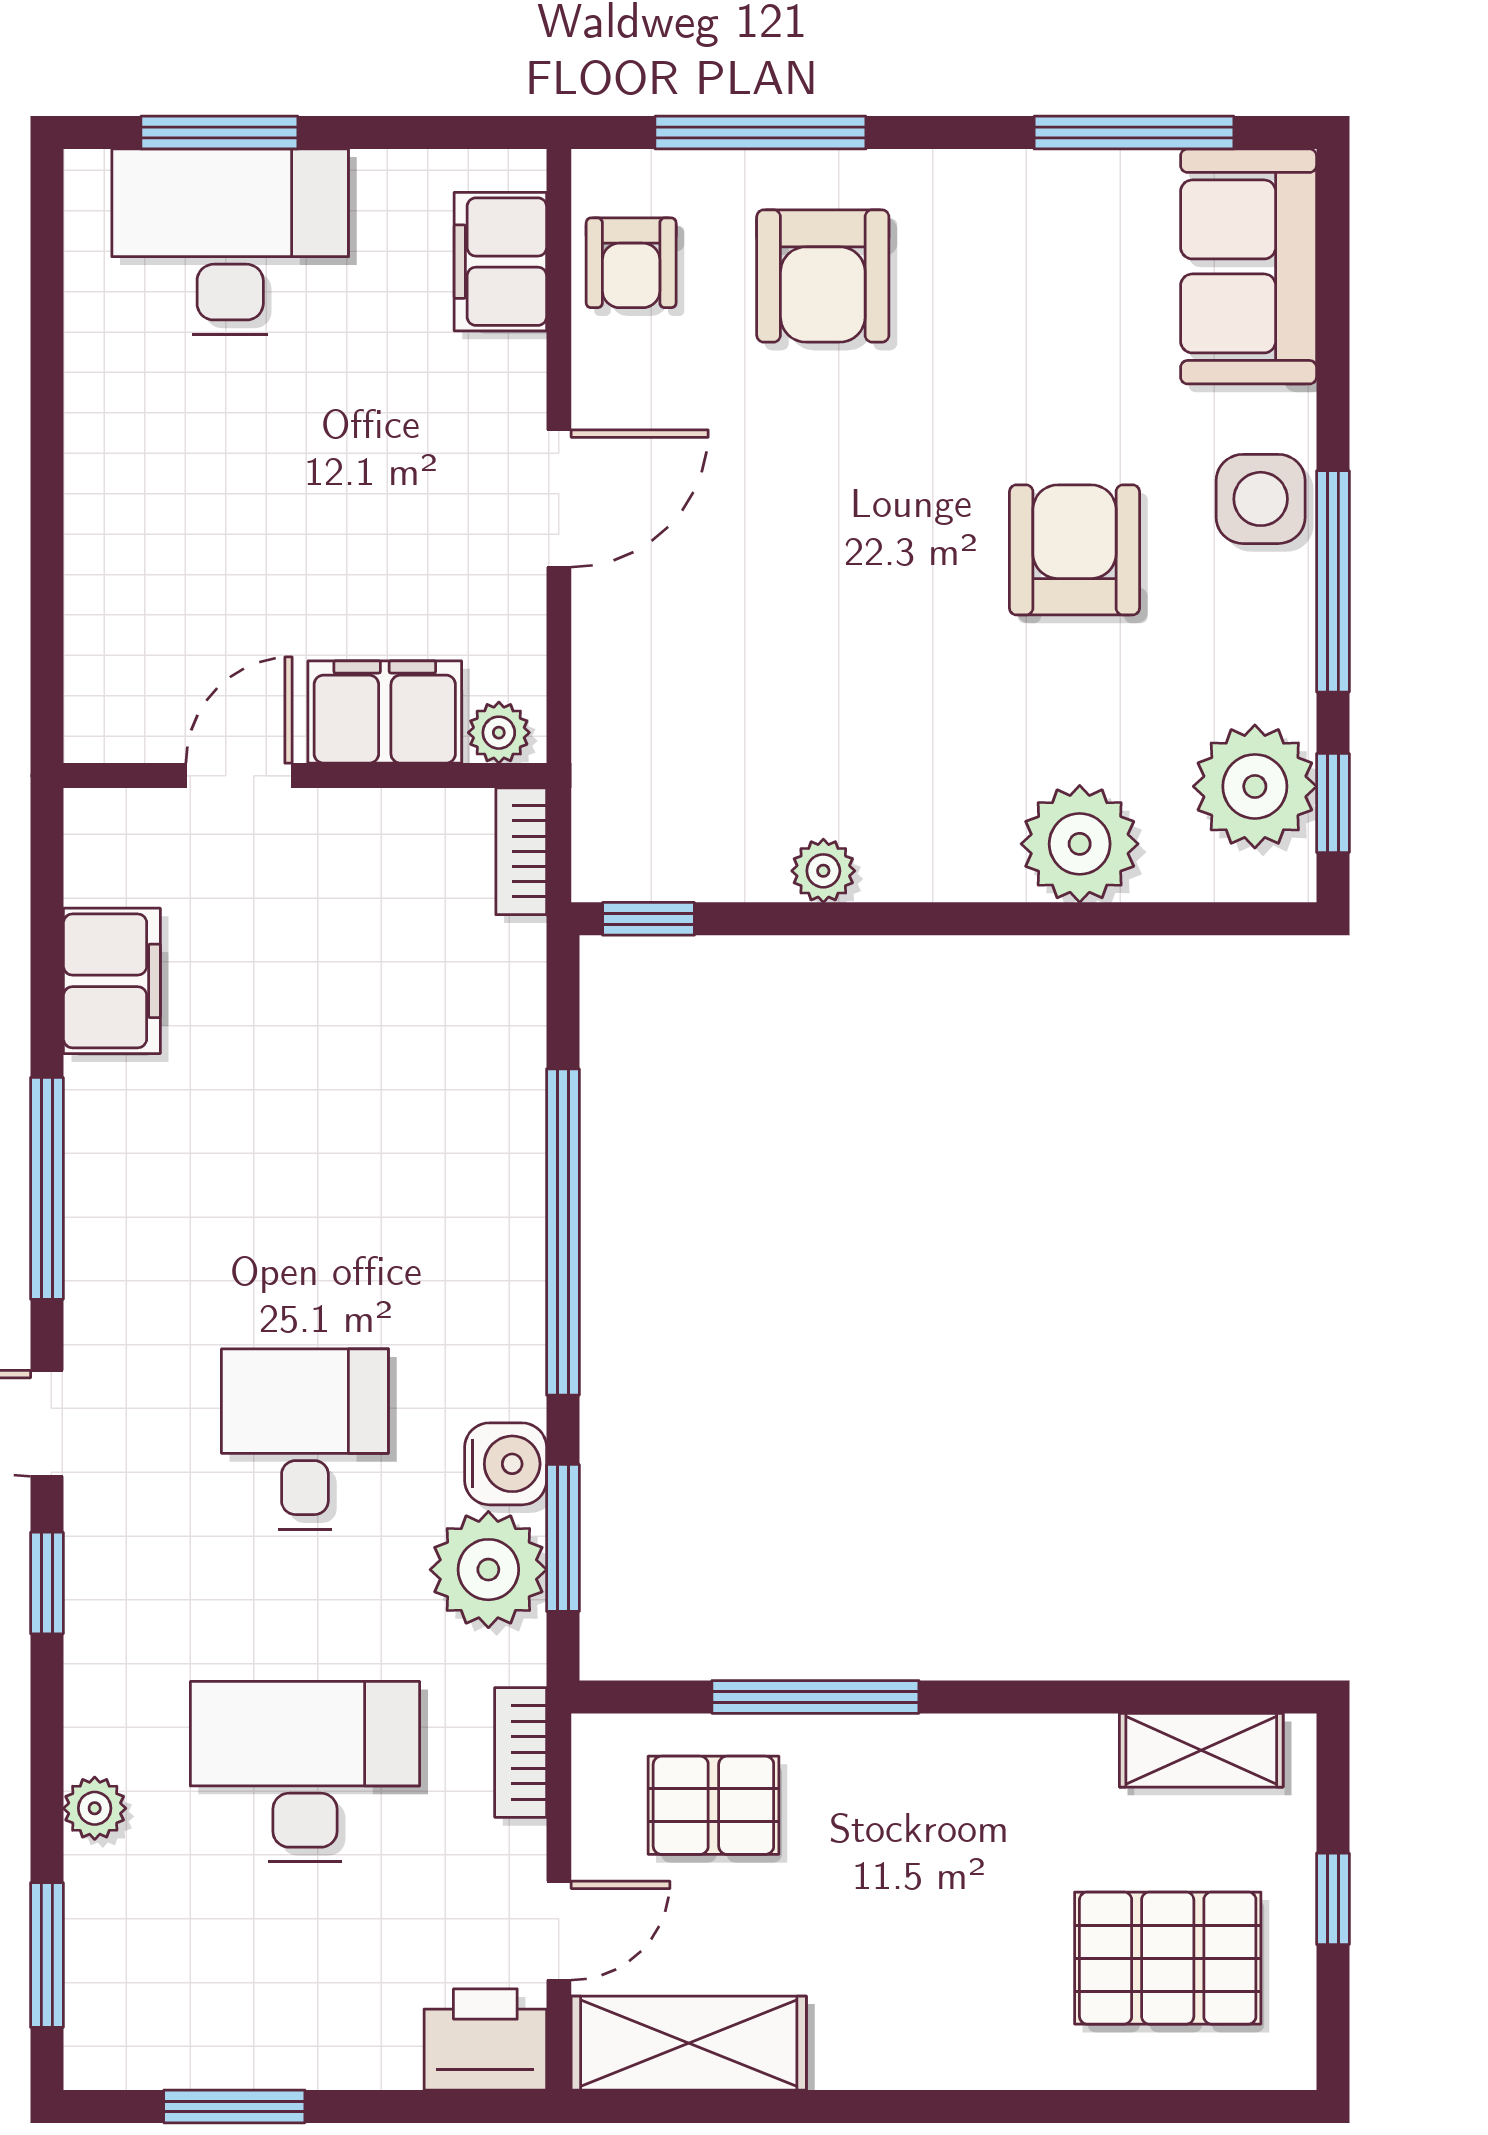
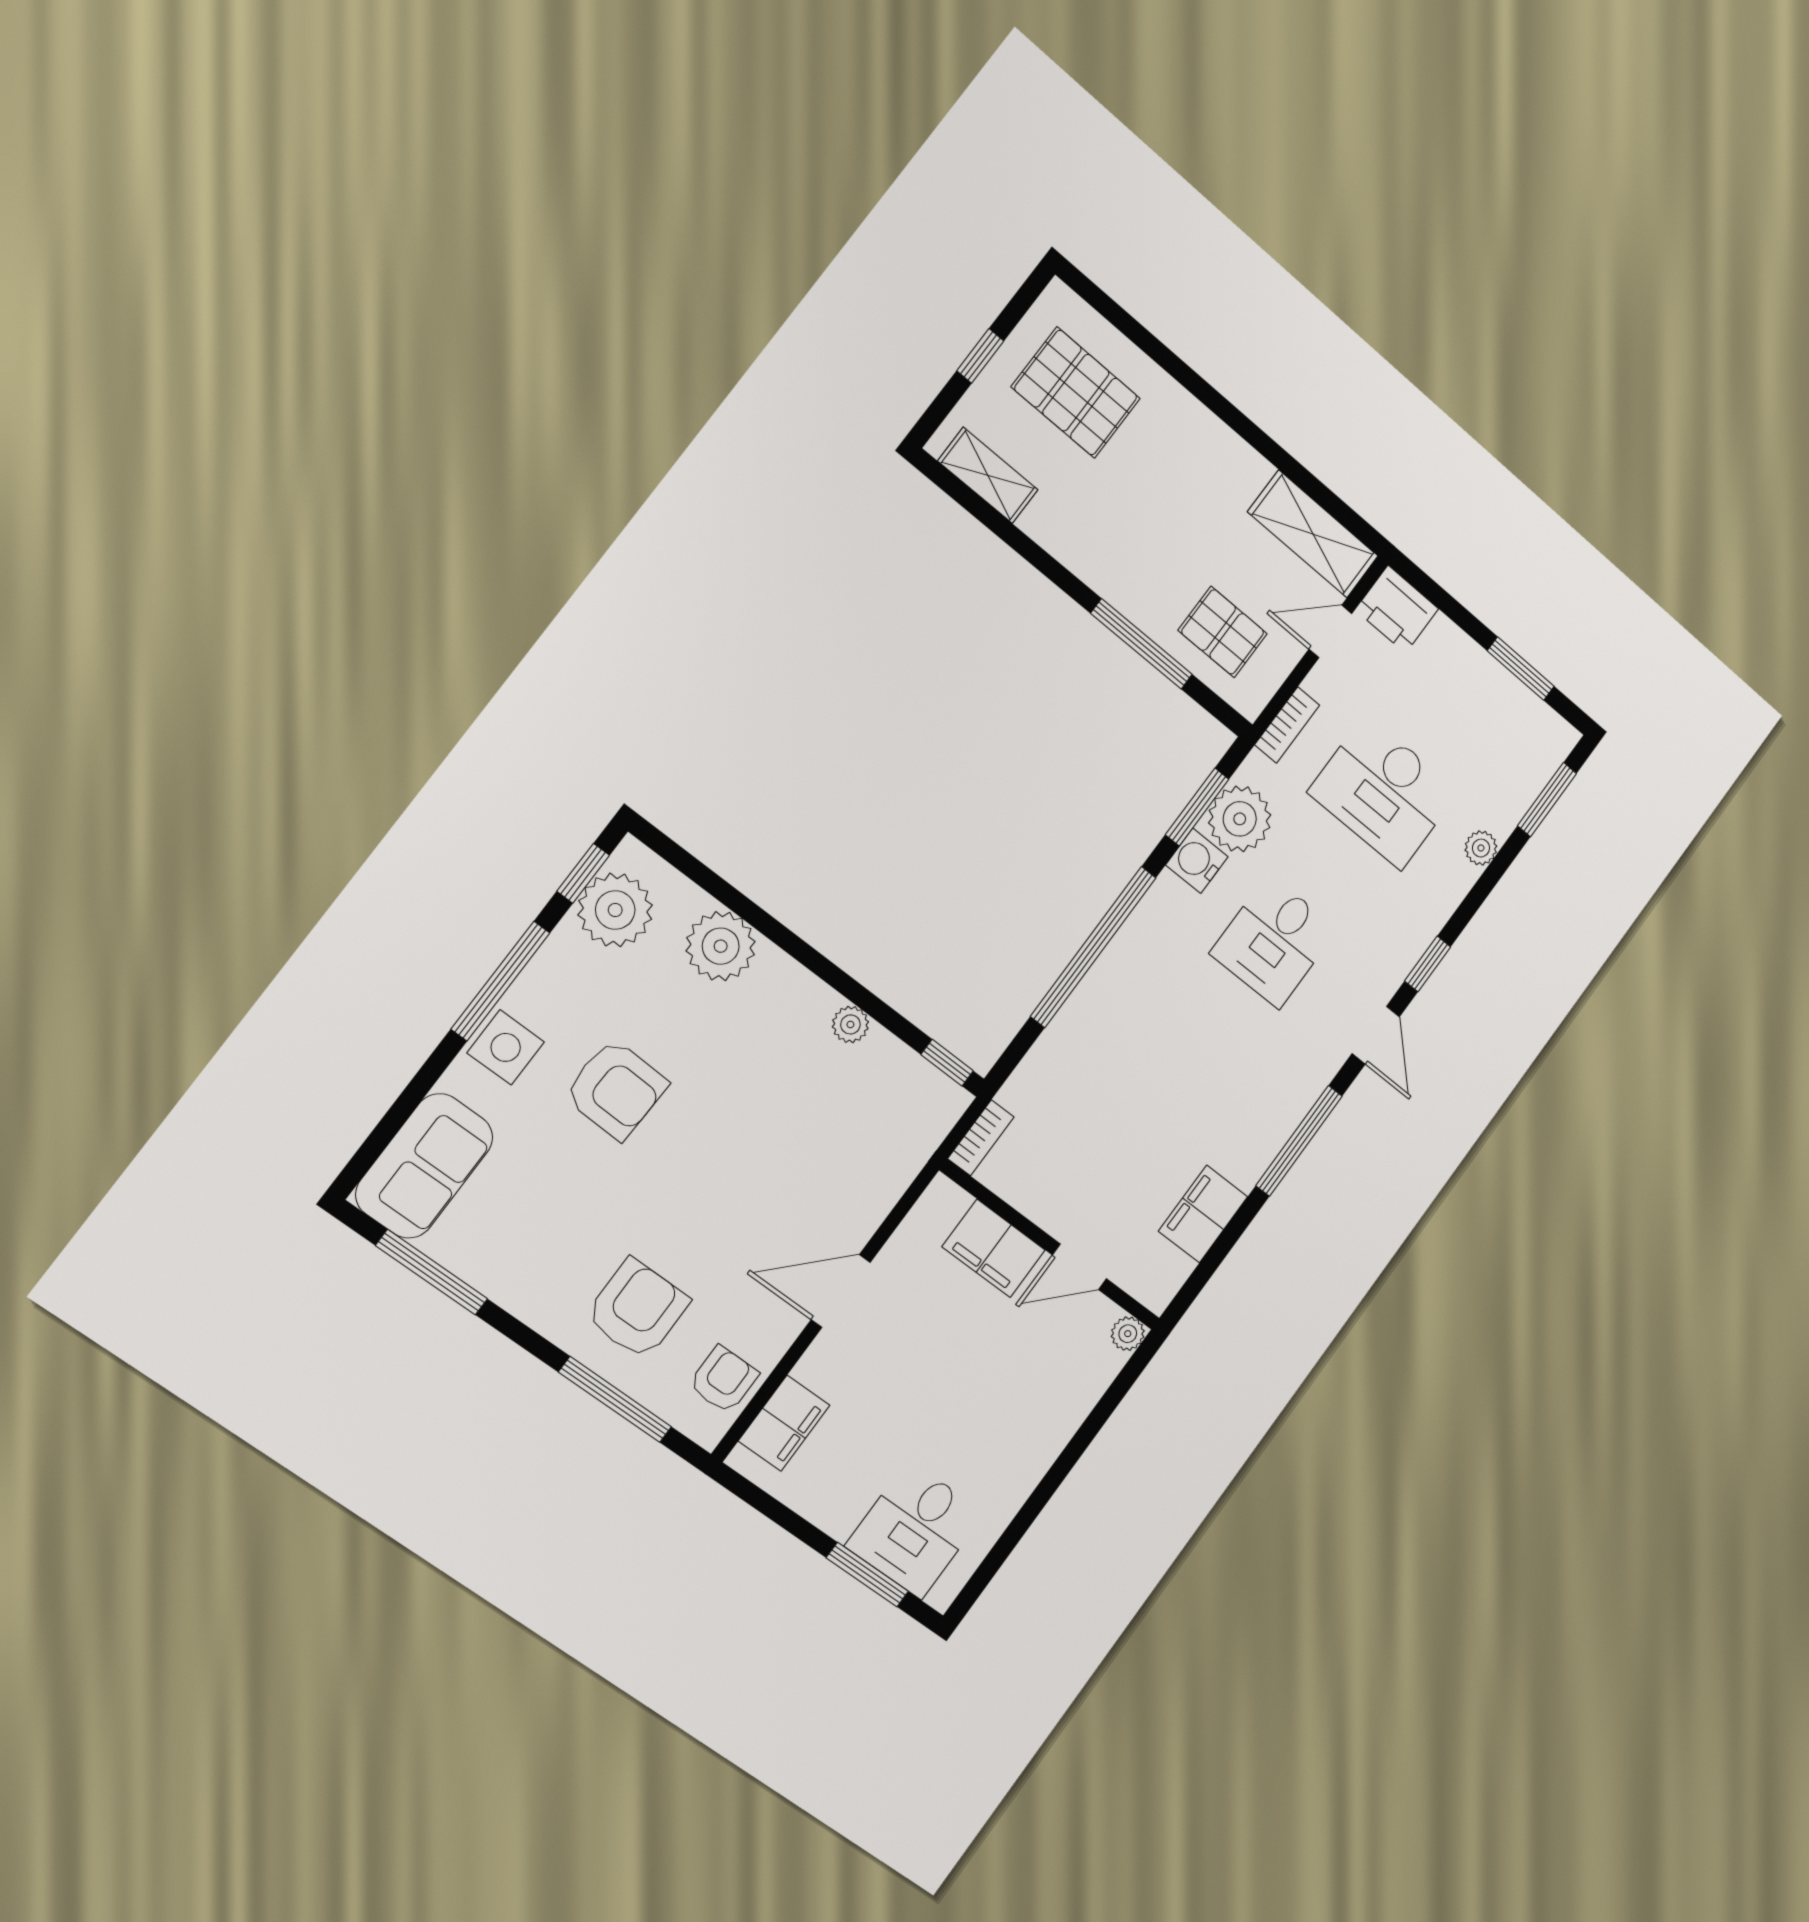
desk: (230, 242) -> (915, 1530), width x0.73
armchair: (1074, 550) -> (616, 1089), turned -88
plant: (499, 733) -> (1128, 1334), moved

